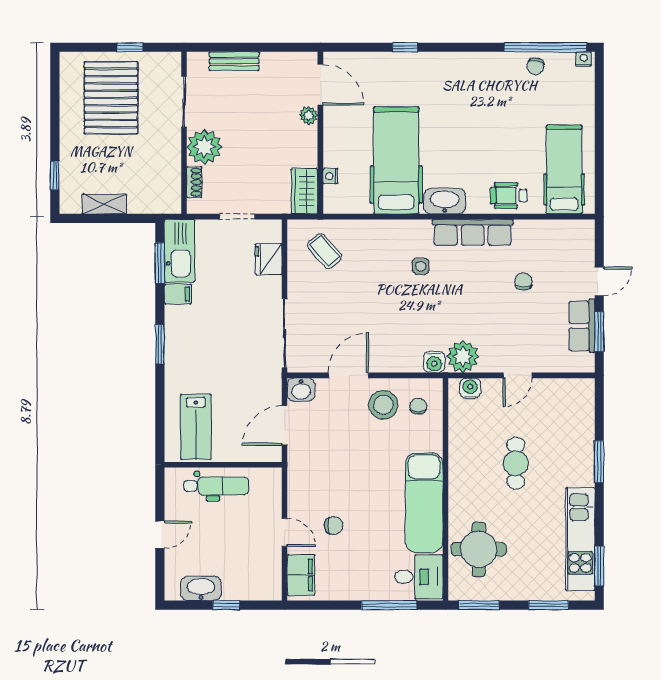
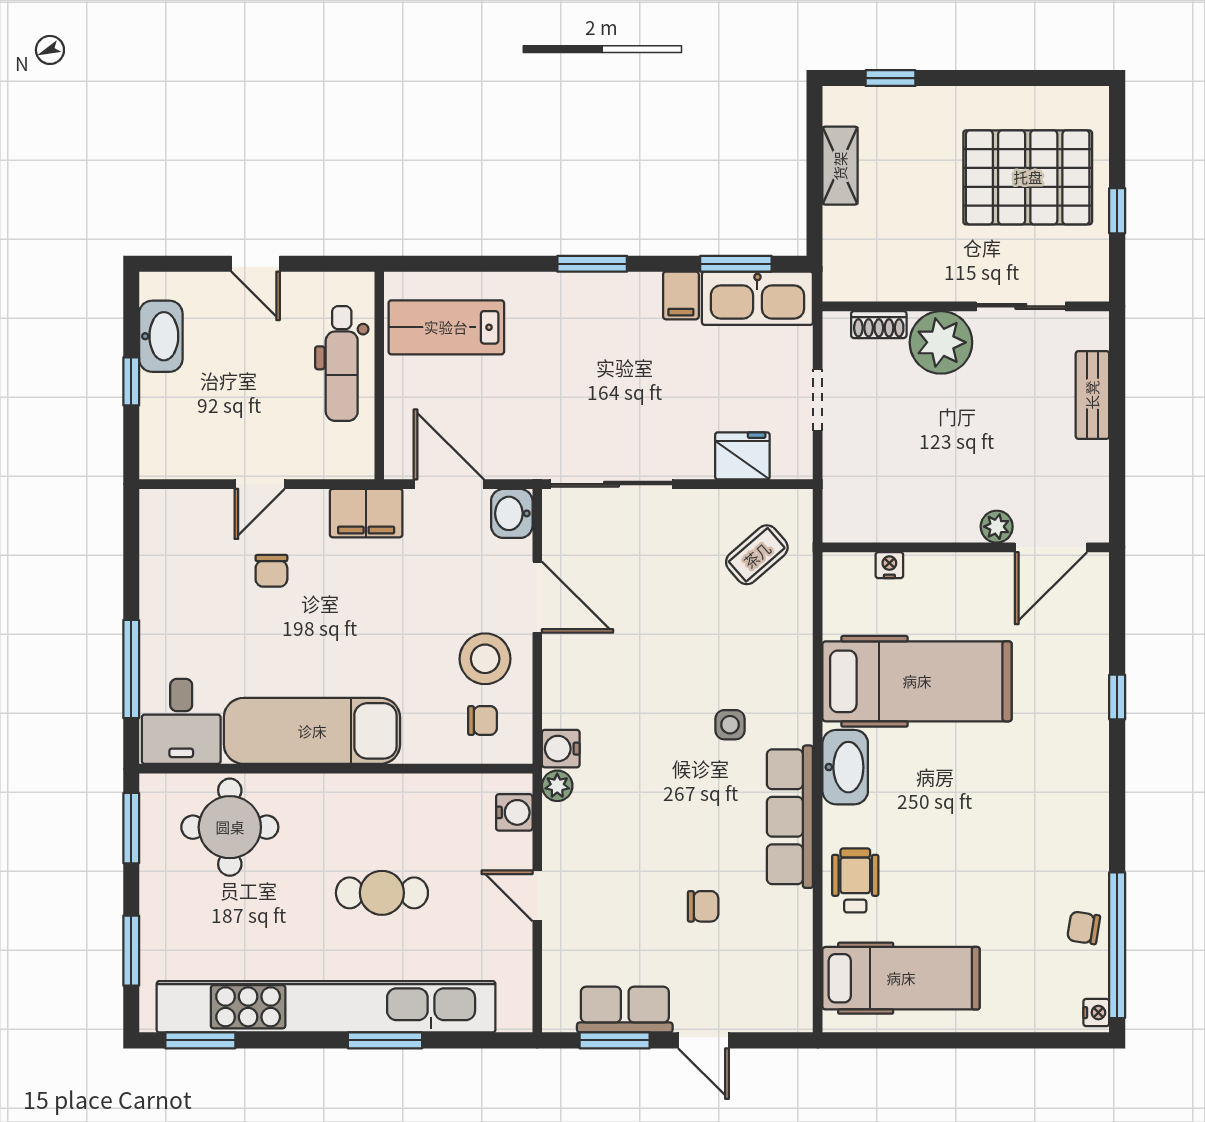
wardrobe: (304, 191) -> (863, 519), removed
plant: (463, 356) -> (557, 786), width x0.53, depth x0.53
kitchen unit: (580, 539) -> (326, 1007), width x1.86
filing cabinet: (301, 575) -> (366, 513), moved

